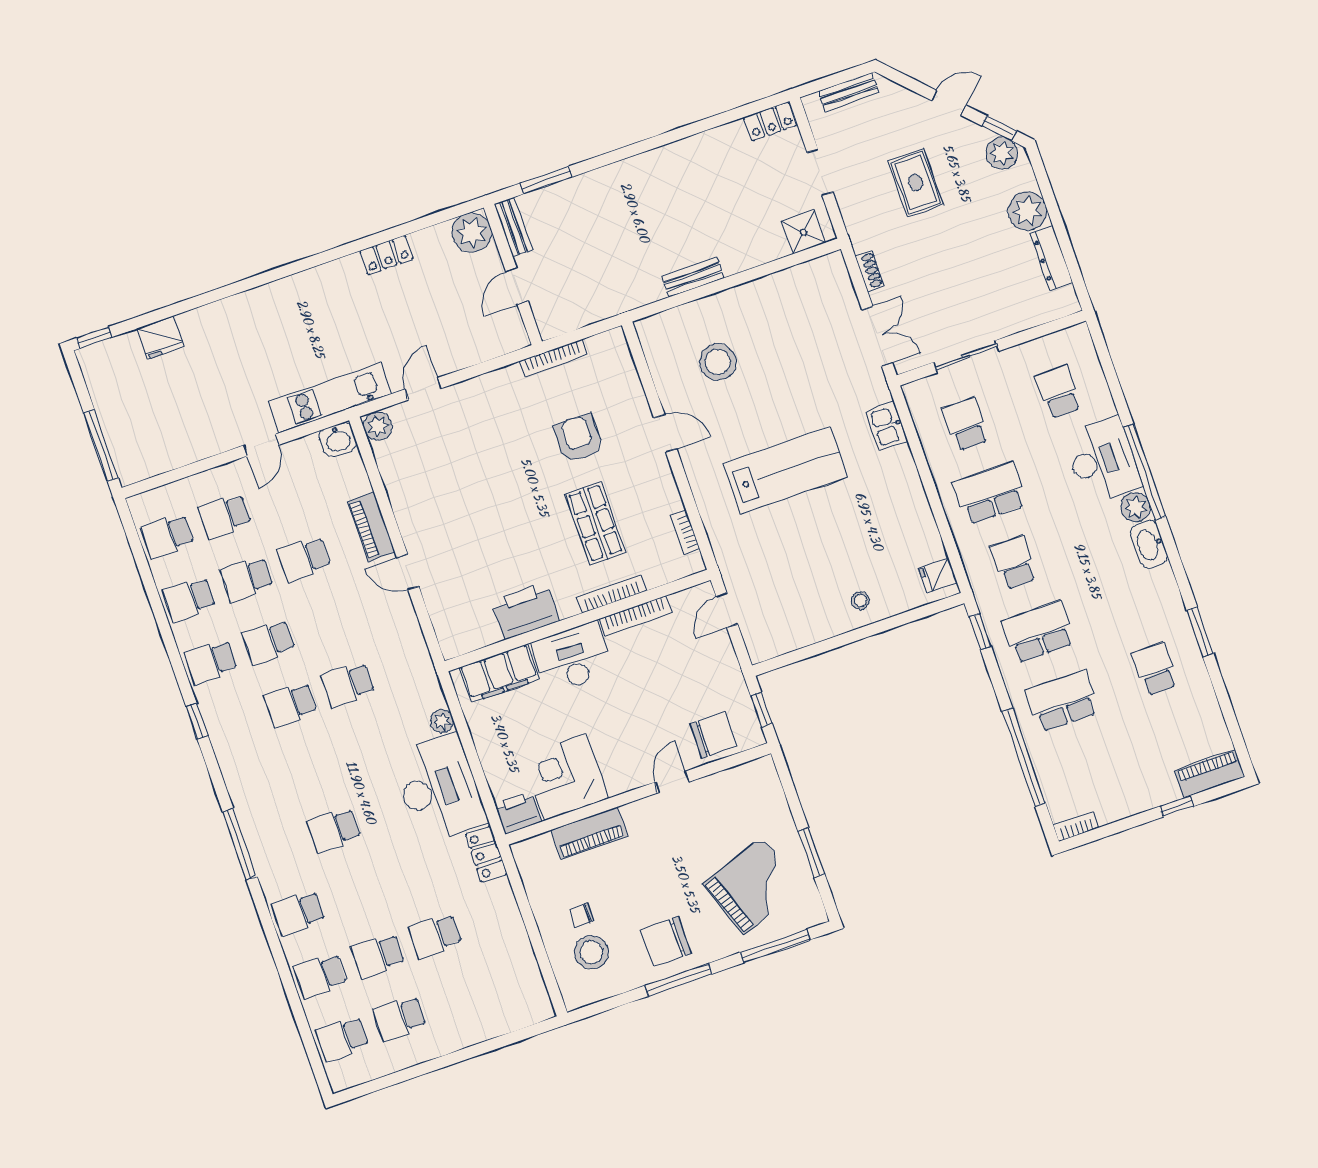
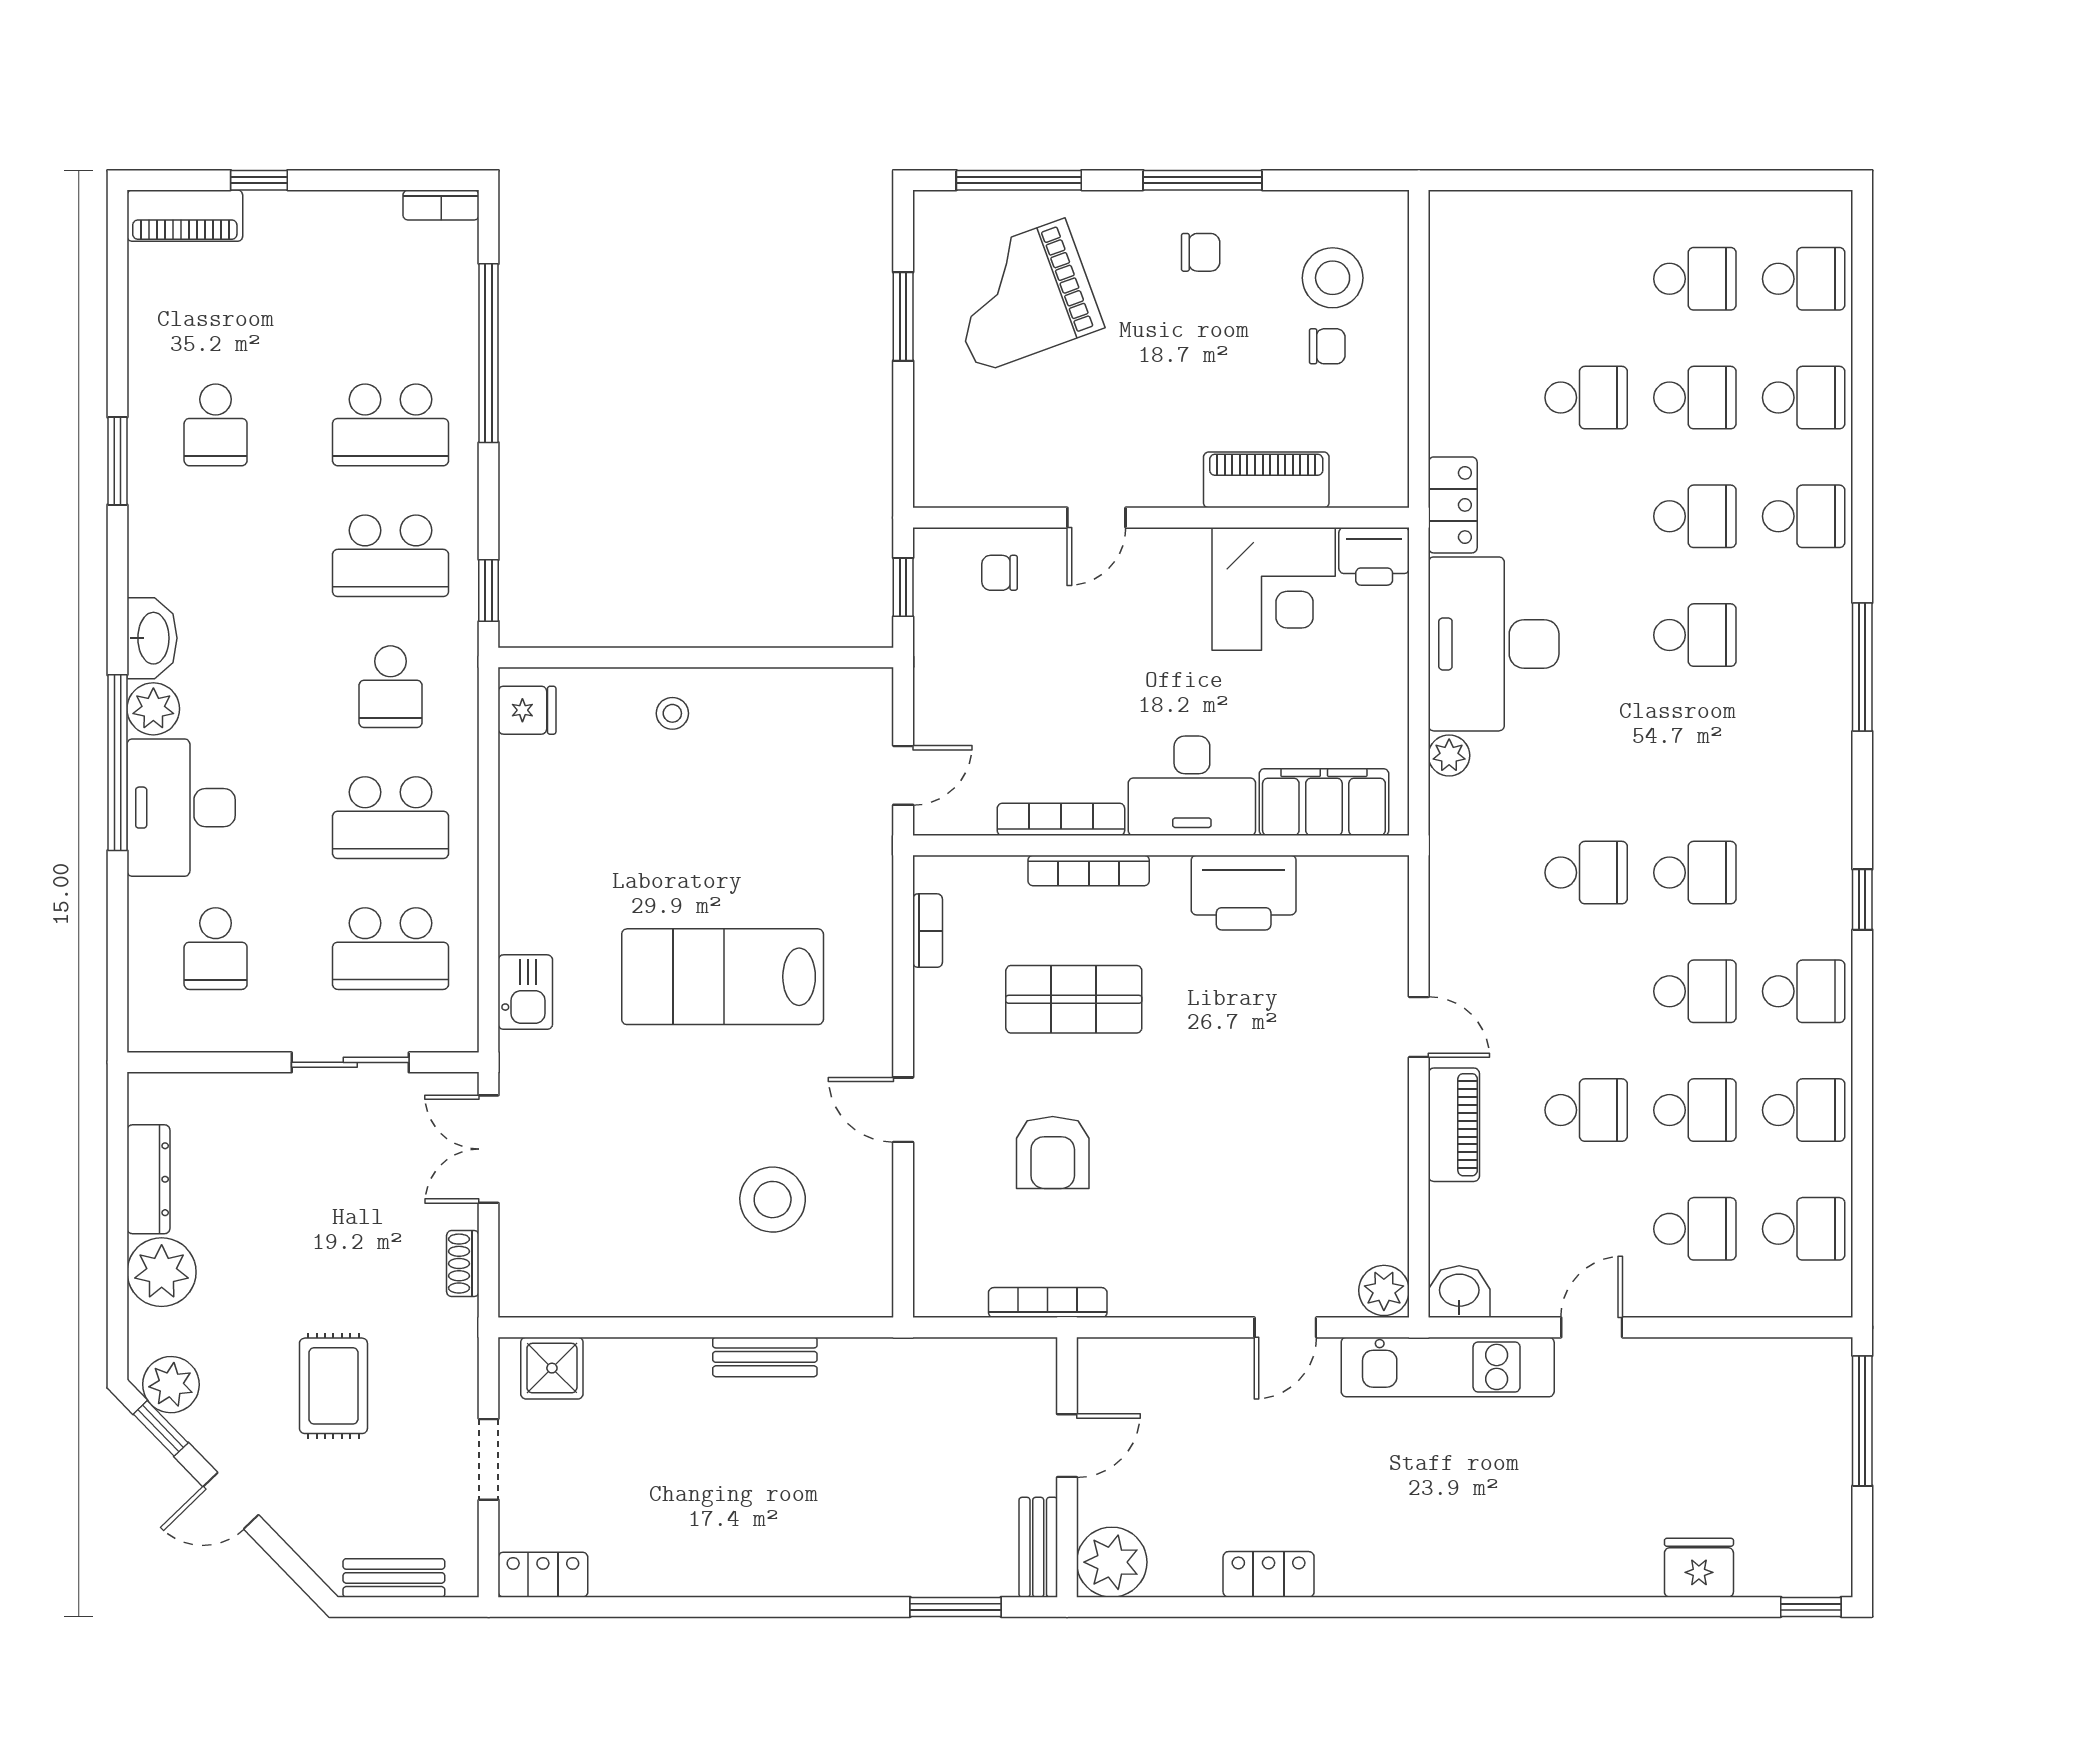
school desk: (966, 424) -> (391, 949), width x1.85
shop shelf: (595, 523) -> (1074, 999), turned 90
chair: (713, 735) -> (1000, 573), width x0.54, depth x0.54
school desk: (356, 893) -> (1695, 516), added
chair: (666, 941) -> (1201, 252), width x0.54, depth x0.54

